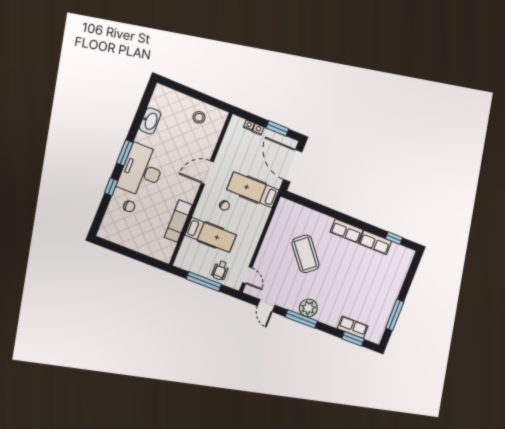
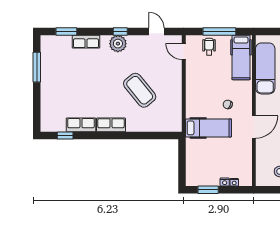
door: (293, 166) -> (182, 163), removed
exam couch: (178, 221) -> (265, 68), width x1.36, depth x1.45
hospital bed: (211, 235) -> (241, 57), moved, turned -90
window: (301, 319) -> (120, 31), width x0.46
row of seats: (353, 327) -> (86, 42), moved

